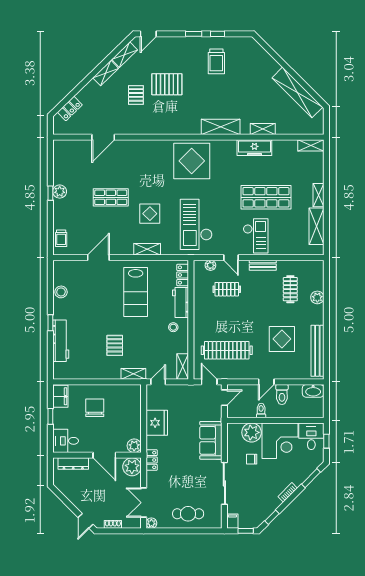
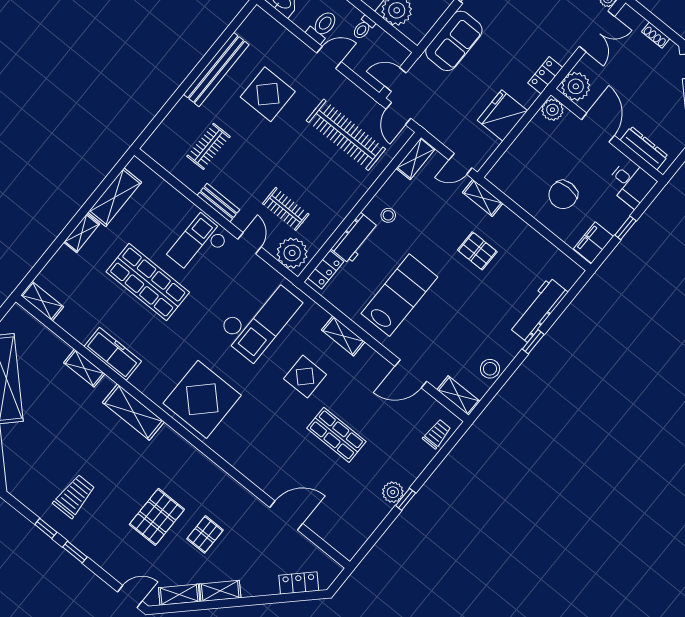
pallet: (167, 84) -> (157, 517), turned 90
plant: (210, 265) -> (292, 253), width x1.87, depth x1.87
shelving: (66, 266) -> (458, 396), added
plant: (317, 297) -> (184, 110), removed
pallet: (115, 345) -> (477, 251), turned 90
bench: (317, 351) -> (216, 69), moved

